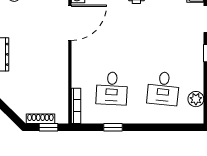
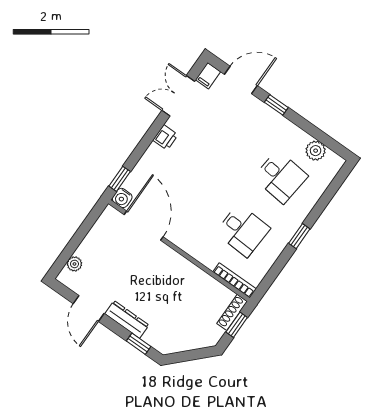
shoe rack: (40, 119) -> (232, 312), moved
window: (113, 127) -> (299, 236), moved

